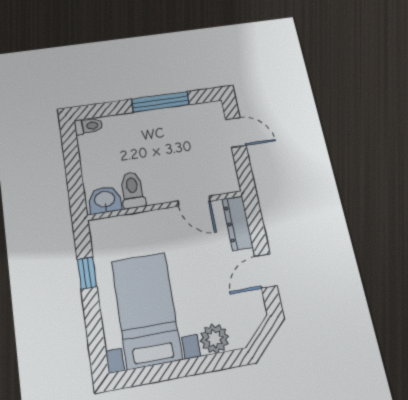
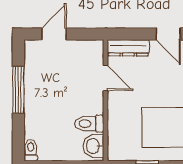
door: (194, 201) -> (105, 78), hinge flipped

